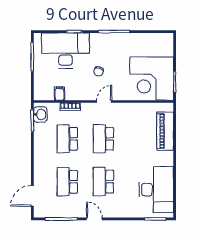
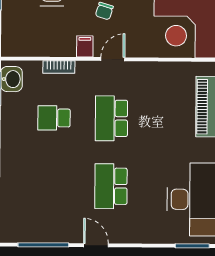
filing cabinet: (59, 94) -> (85, 46), moved
school desk: (67, 139) -> (54, 118), width x0.54
school desk: (67, 182) -> (54, 186), removed

